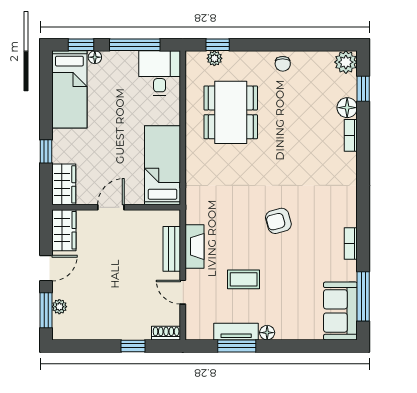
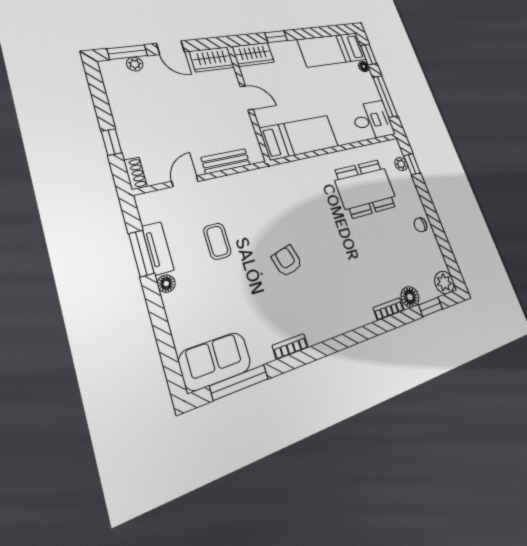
fireplace: (194, 246) -> (235, 183), removed

